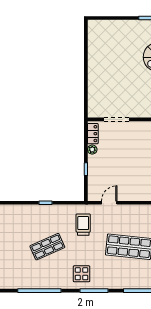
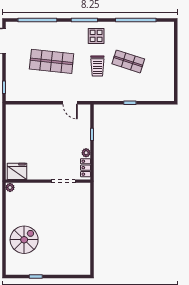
door: (109, 203) -> (70, 103), hinge flipped
trolley: (83, 225) -> (97, 66), moved
shop shelf: (47, 247) -> (128, 61), turned 42

